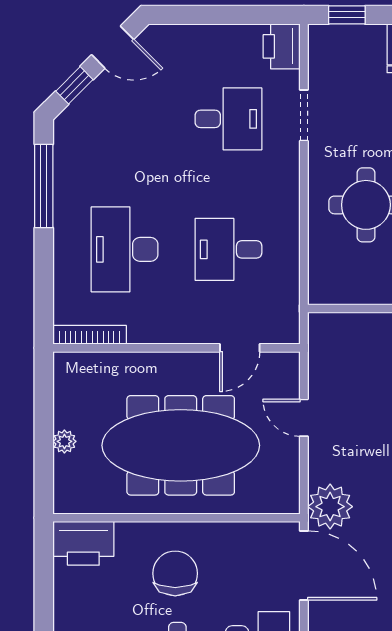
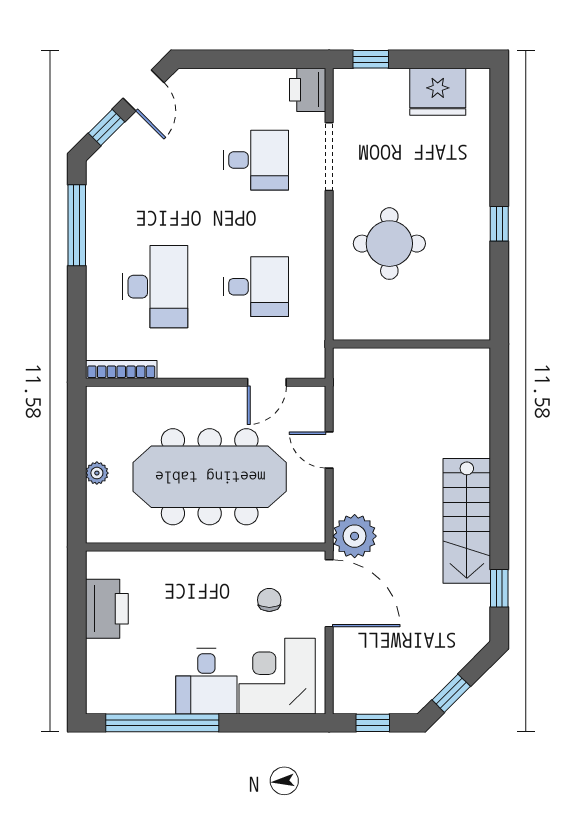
door: (113, 47) -> (144, 90), hinge flipped
doorway: (304, 115) -> (329, 157), width x1.38
desk: (125, 249) -> (155, 287), turned 180
desk: (228, 249) -> (256, 287), turned 180
printer: (83, 543) -> (107, 609), moved, turned -90
chair: (175, 573) -> (269, 600), moved, width x0.54, depth x0.54

